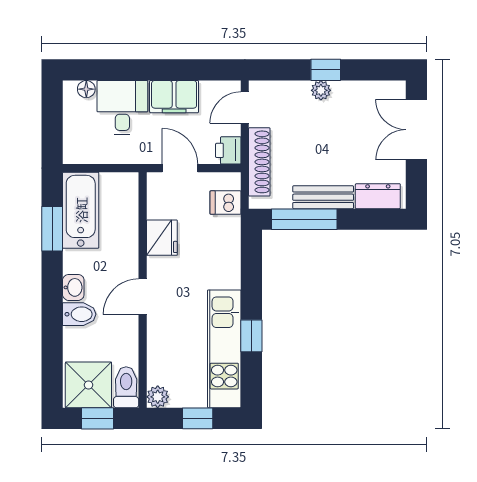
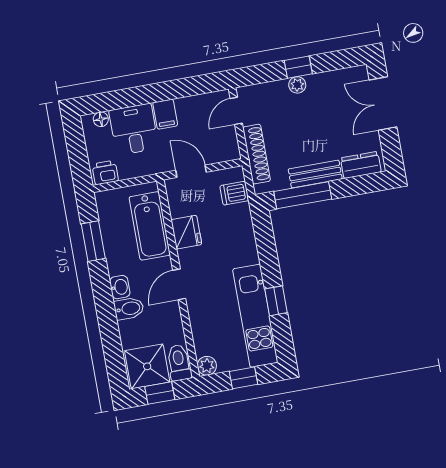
filing cabinet: (174, 97) -> (165, 114), width x0.50
printer: (228, 150) -> (105, 172), moved, turned 90
bathtub: (81, 210) -> (150, 226), moved, turned 180

